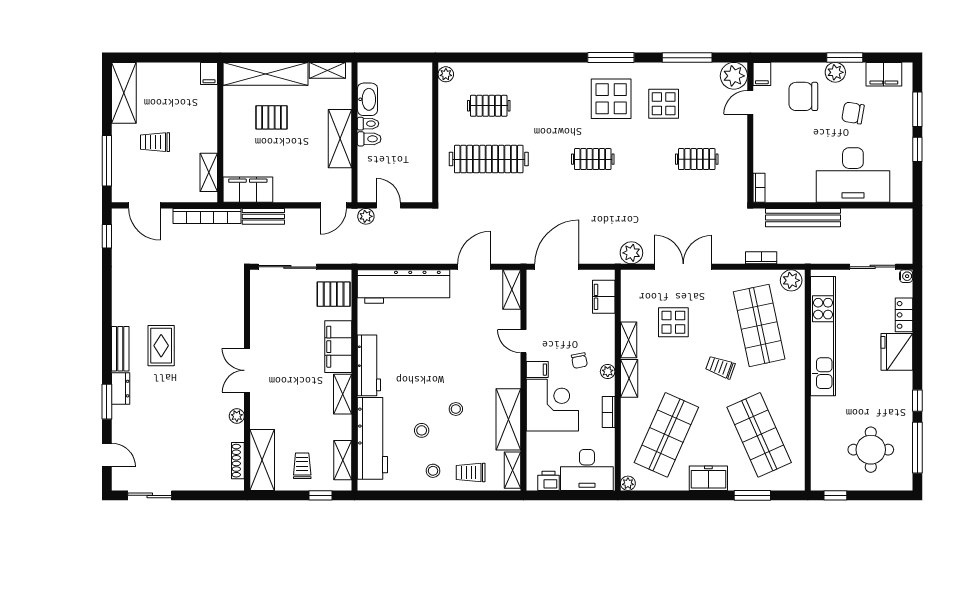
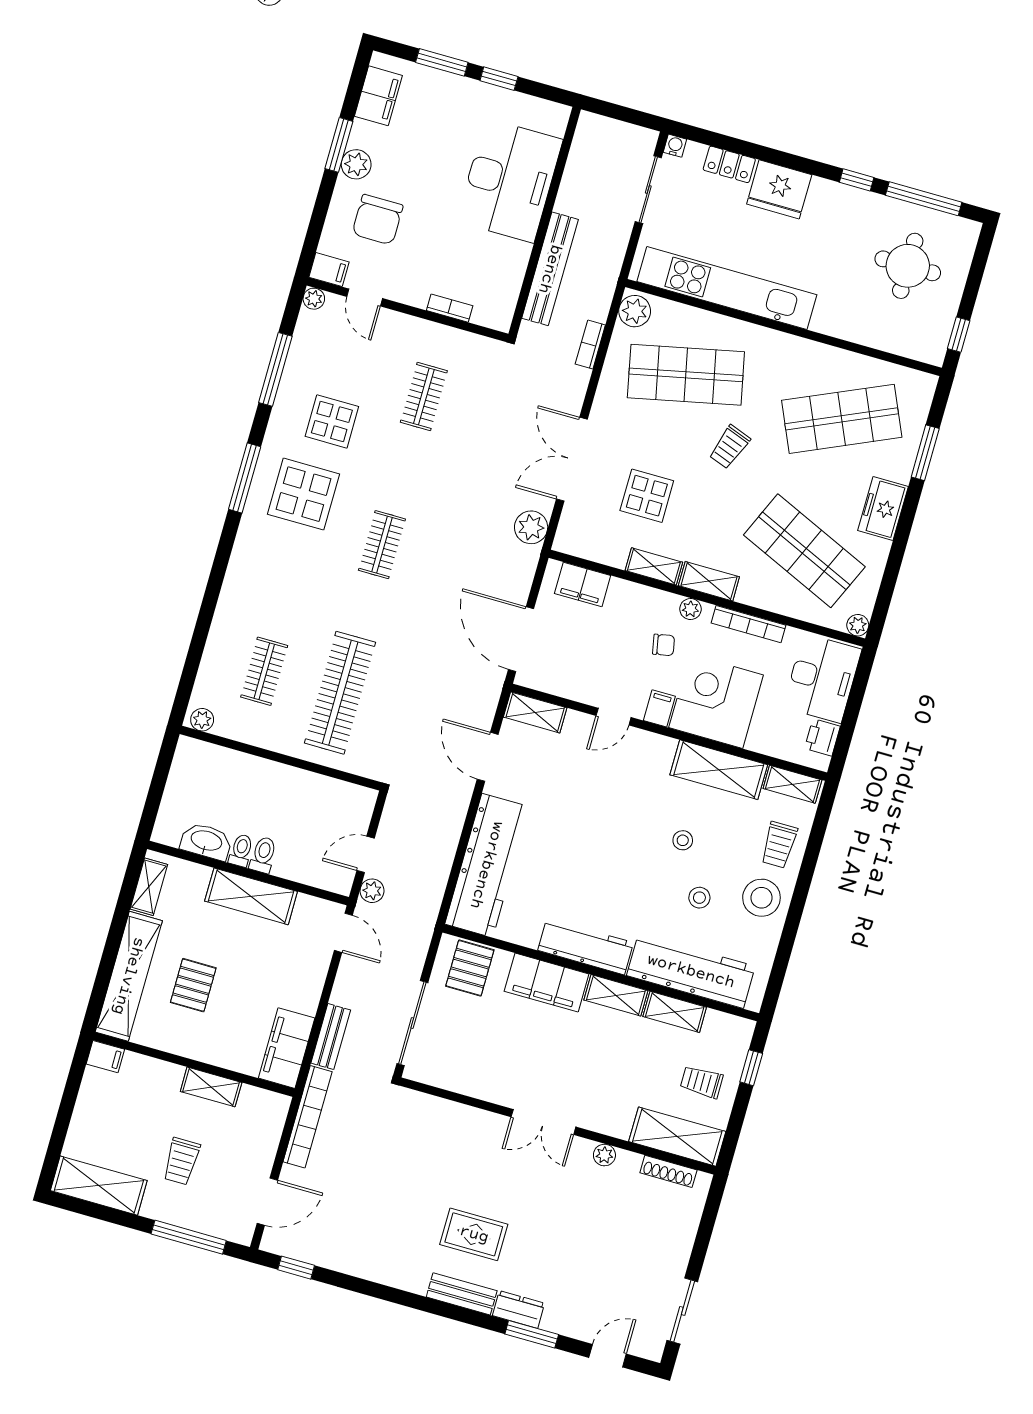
plant: (734, 76) -> (314, 299), width x0.53, depth x0.53
chair: (853, 113) -> (421, 156), removed
shelving: (209, 172) -> (211, 1087), moved
bookcase: (759, 188) -> (450, 308), moved
bookcase: (609, 412) -> (749, 624), width x1.56
shelving: (343, 460) -> (675, 1012), moved
stool: (433, 471) -> (761, 898), width x1.89, depth x1.89

